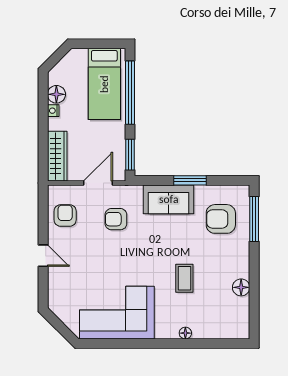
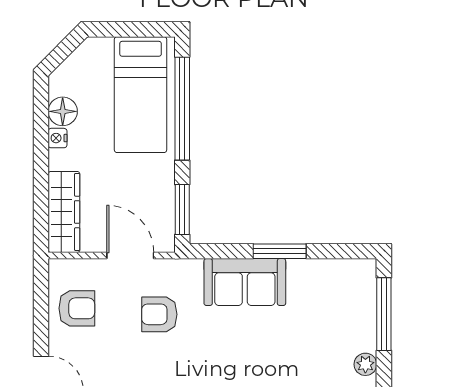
door: (98, 183) -> (130, 256), hinge flipped
armchair: (65, 215) -> (77, 308), turned 90
armchair: (221, 219) -> (330, 314), removed
plant: (243, 250) -> (365, 364), added

